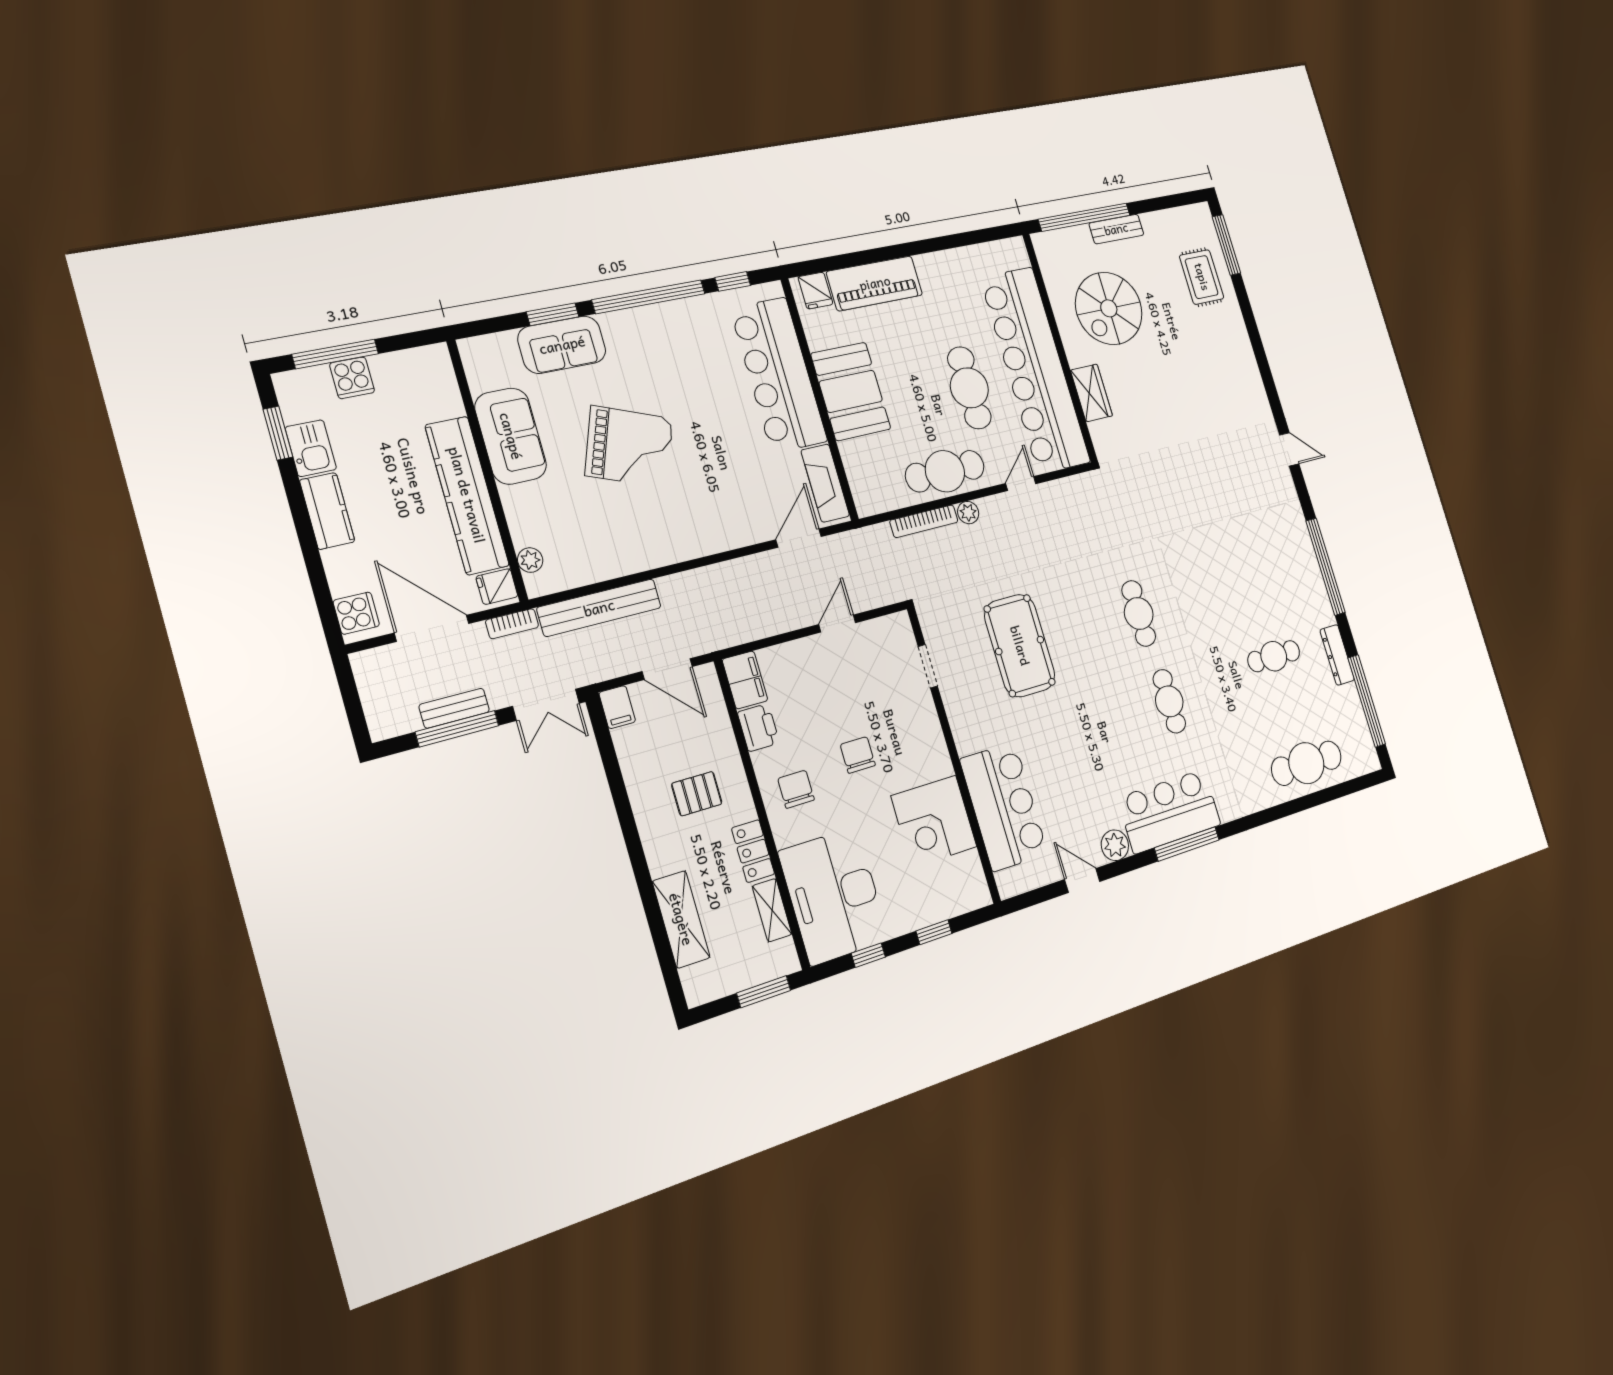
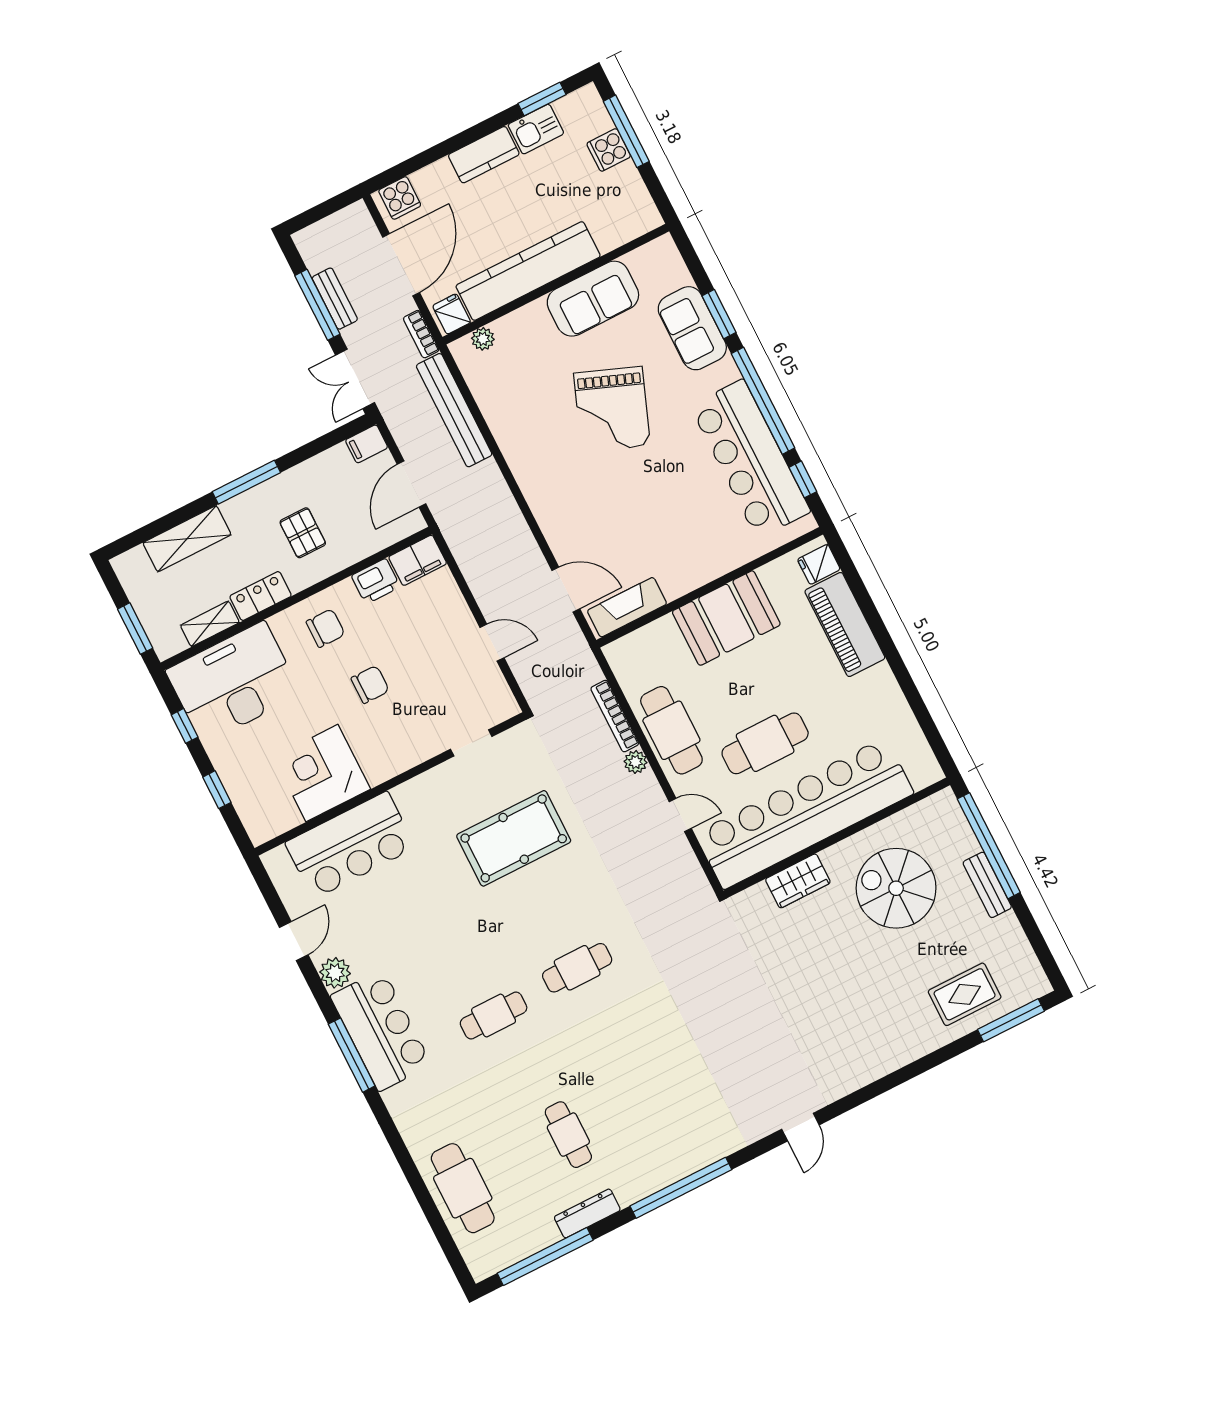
bar counter: (779, 375) -> (750, 459), moved, turned -90
window: (634, 844) -> (246, 482), added

